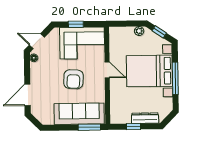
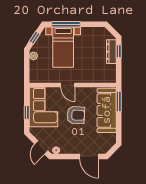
door: (107, 70) -> (68, 85), swing flipped
bed with nightstands: (149, 71) -> (63, 47), width x0.73
window: (175, 78) -> (66, 24), moved
window: (133, 127) -> (119, 51), moved

